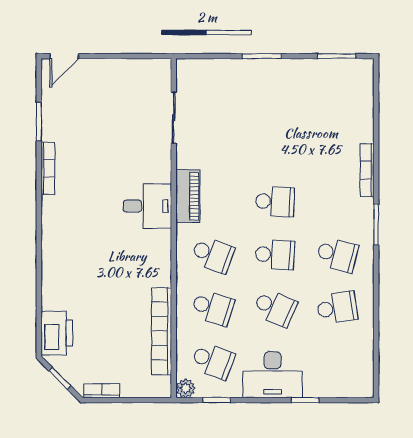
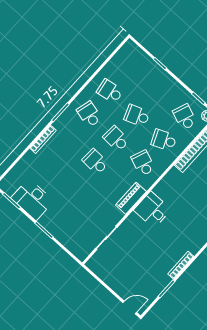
school desk: (213, 308) -> (164, 140), turned -42
school desk: (275, 308) -> (137, 116), turned -45
desk: (273, 375) -> (32, 199), moved, turned 180

